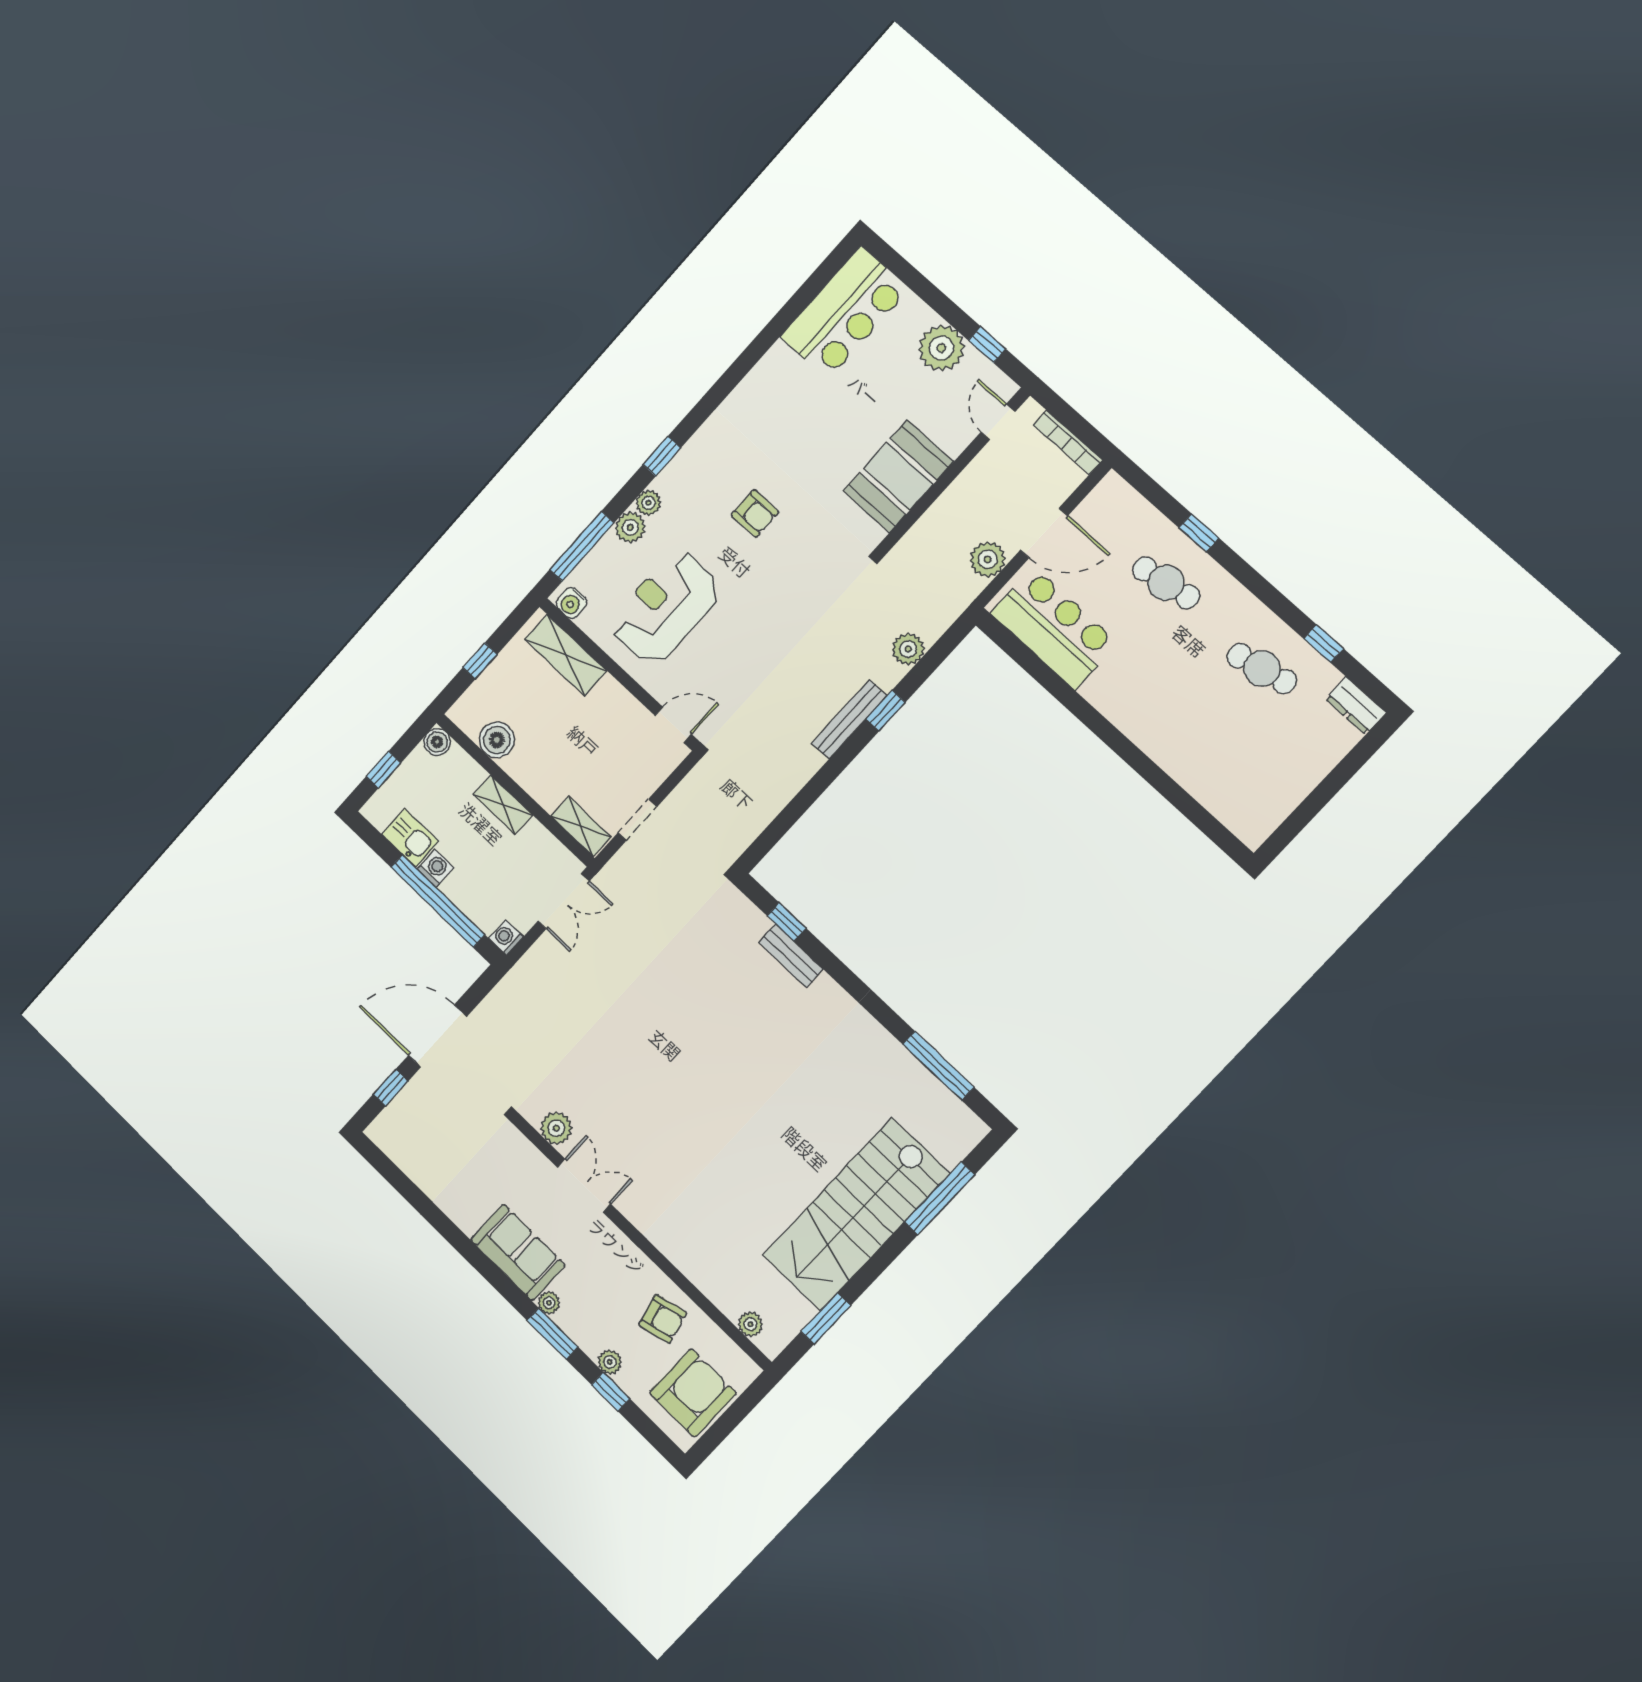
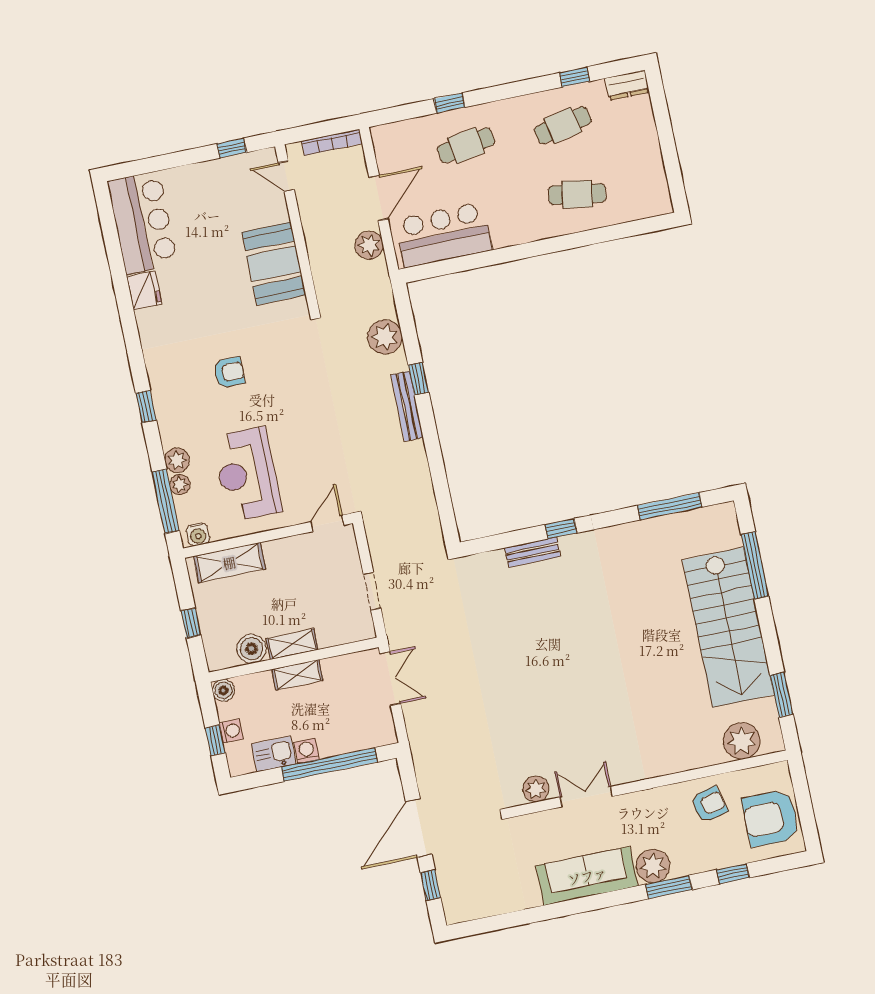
plant: (941, 348) -> (212, 178), removed
fridge: (777, 366) -> (144, 290), added
plant: (648, 503) -> (180, 485), moved
plant: (908, 649) -> (385, 337), width x1.36, depth x1.36
cafe table: (1199, 736) -> (577, 194), added
shelving: (581, 826) -> (292, 644), moved
window: (787, 922) -> (561, 529), moved
washing machine: (506, 938) -> (231, 731), moved, turned 180
sofa: (518, 1252) -> (587, 876), width x1.36
plant: (549, 1303) -> (653, 866), width x1.88, depth x1.88
plant: (750, 1324) -> (742, 741), width x1.87, depth x1.87
plant: (610, 1362) -> (713, 861), removed
armchair: (693, 1393) -> (771, 818), turned -90

